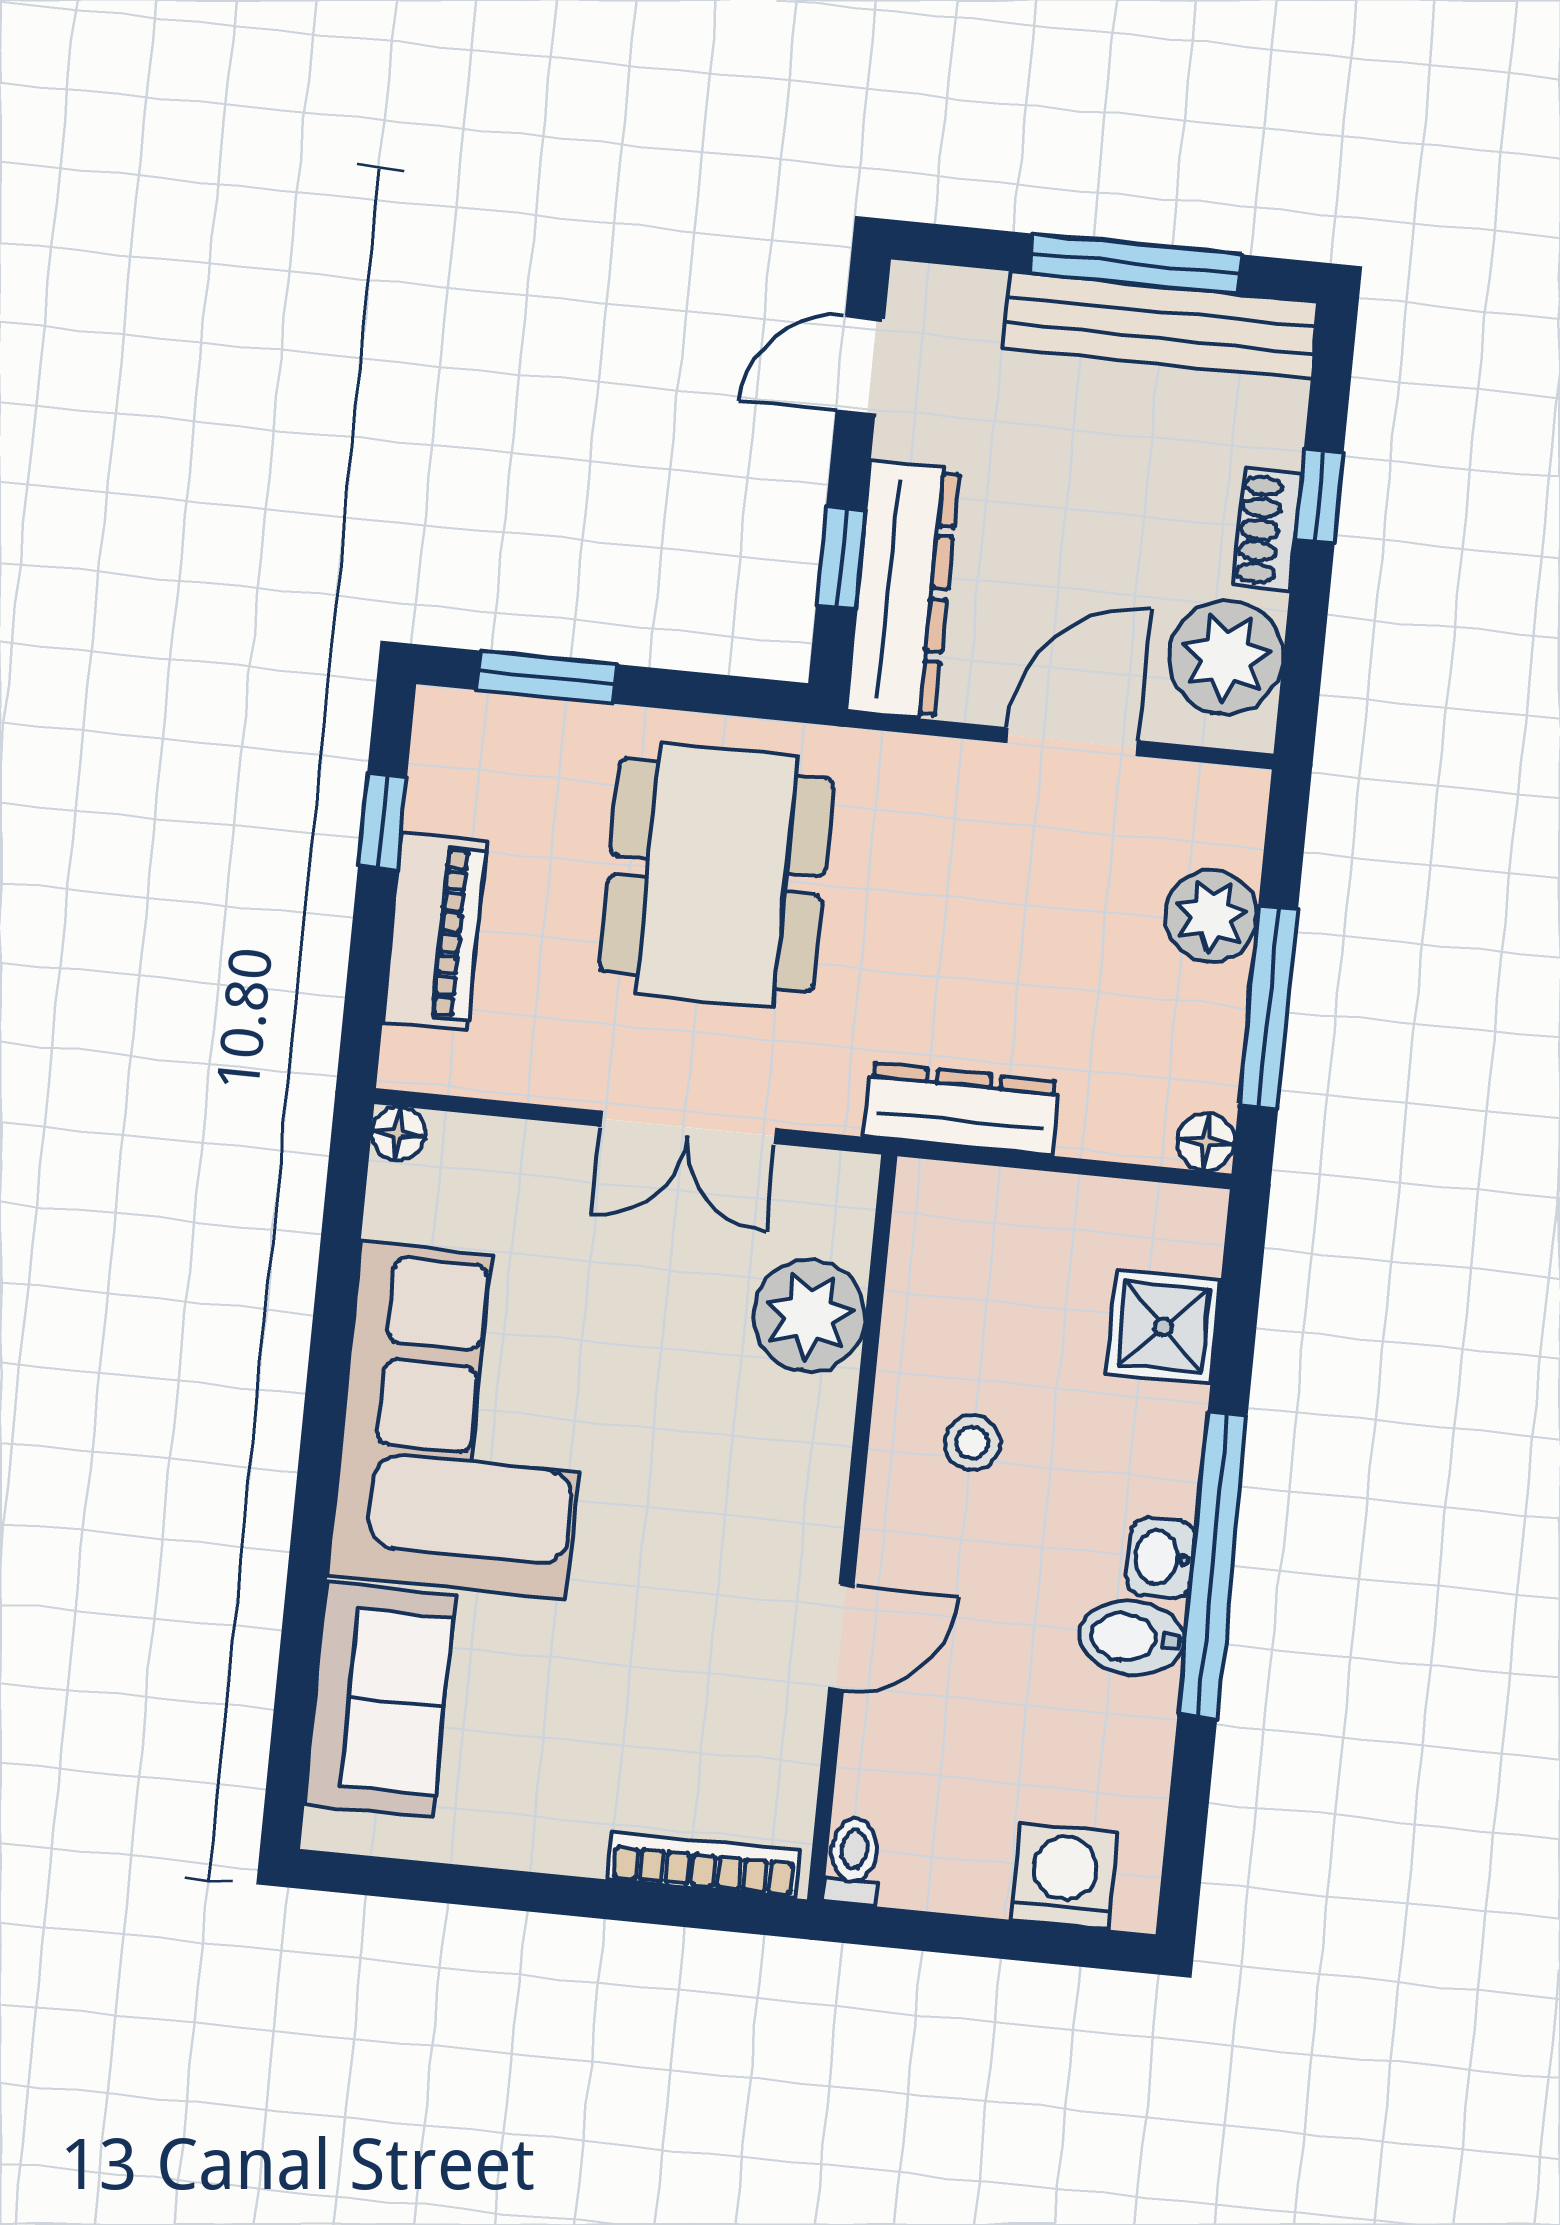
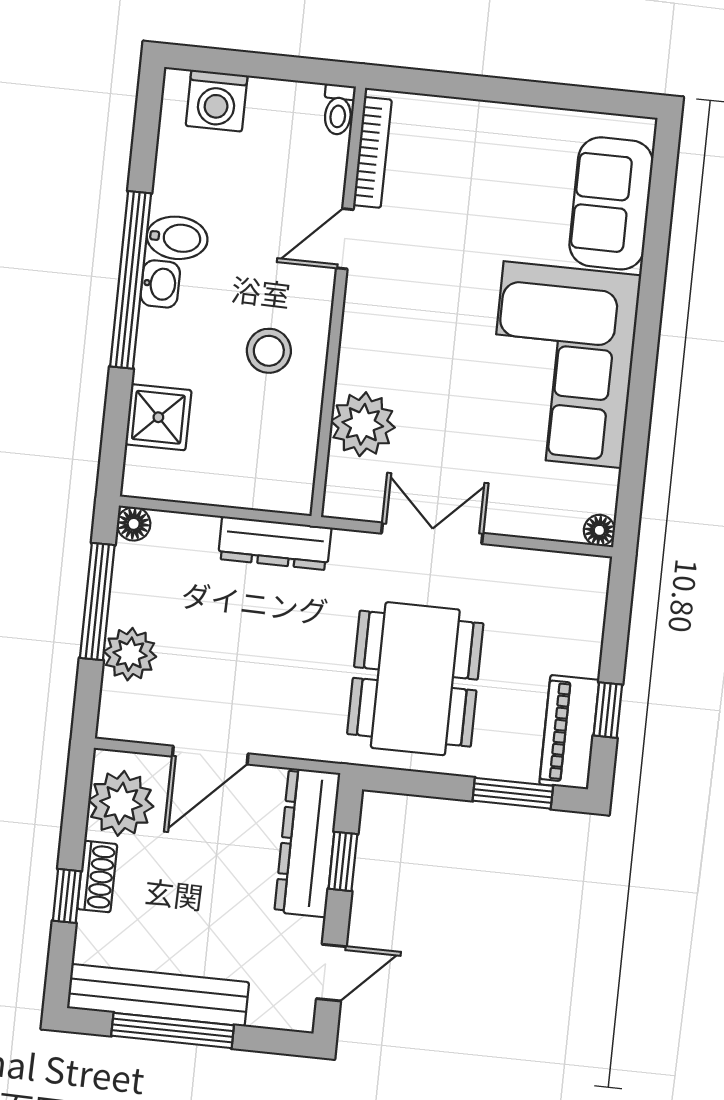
piano: (434, 931) -> (569, 732), moved
stool: (972, 1443) -> (269, 351), width x1.37, depth x1.37
bookcase: (704, 1865) -> (372, 152), moved, turned -90

